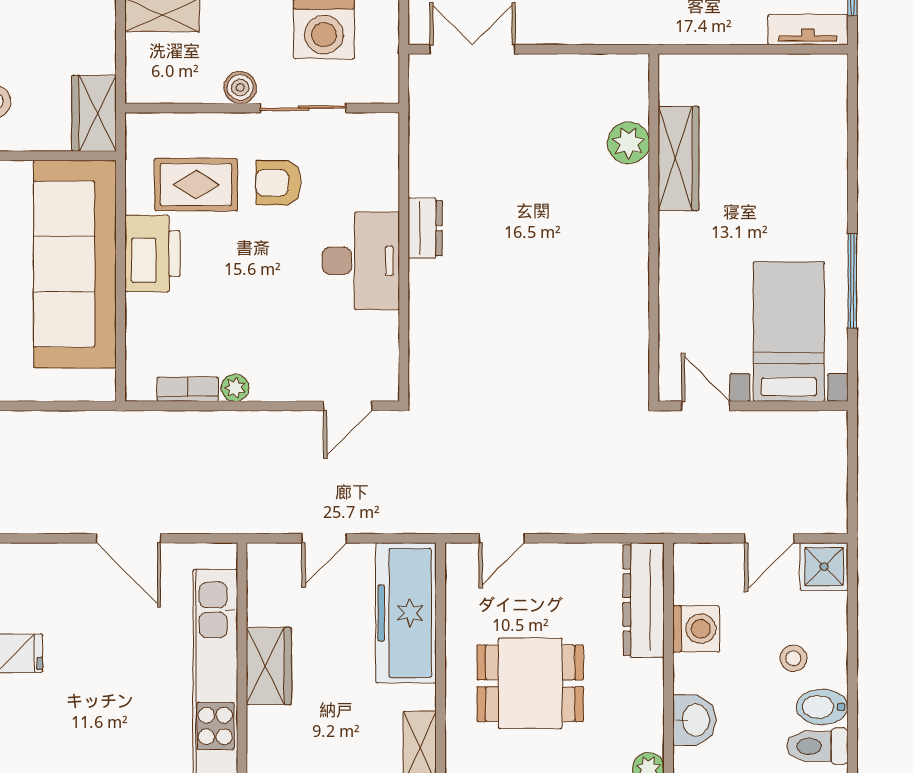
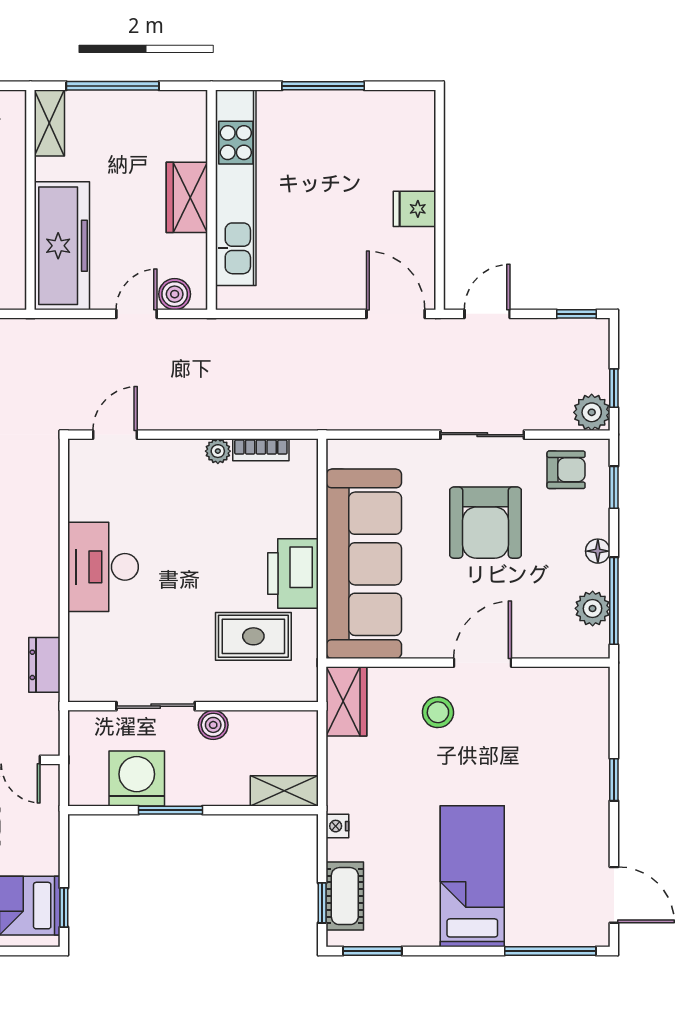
armchair: (278, 183) -> (178, 638), removed
dresser: (425, 228) -> (44, 665), moved
door: (129, 538) -> (396, 314), moved
boiler: (282, 560) -> (175, 294), added

